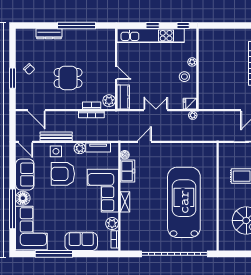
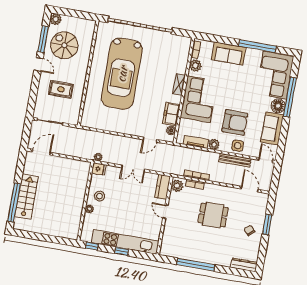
dresser: (49, 34) -> (244, 265), moved

